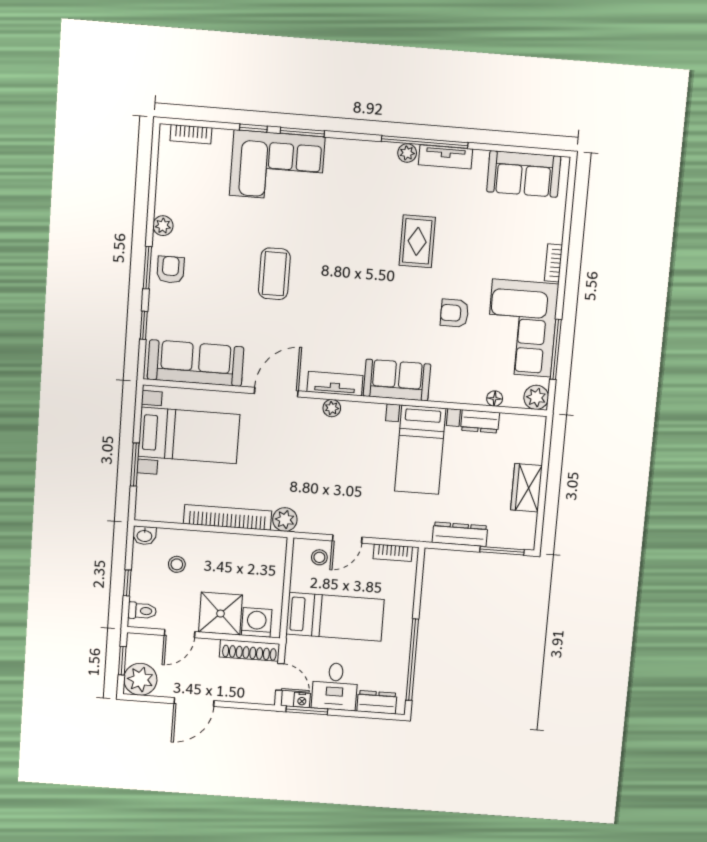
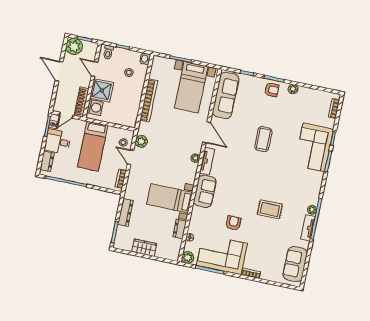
coffee table: (274, 274) -> (263, 139), turned 90
plant: (285, 520) -> (141, 141), moved

